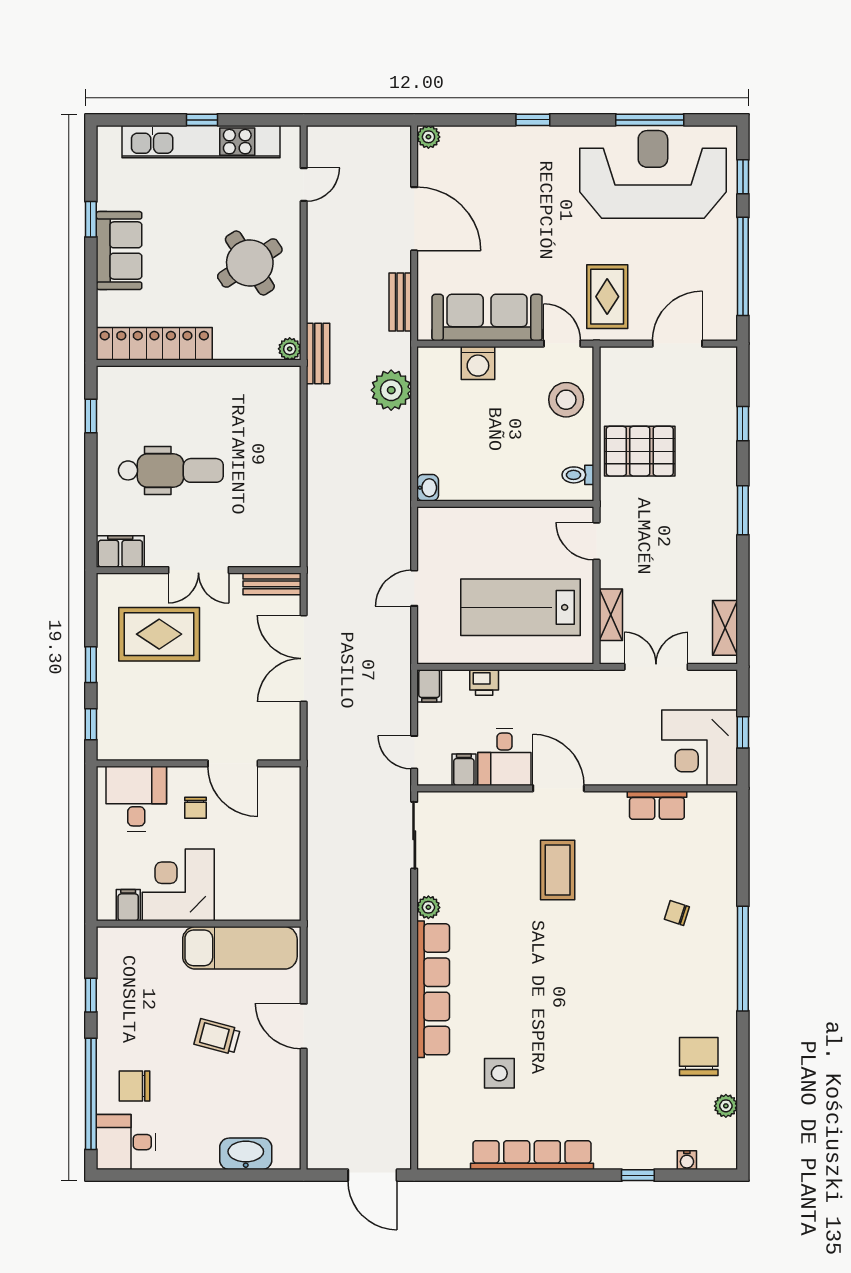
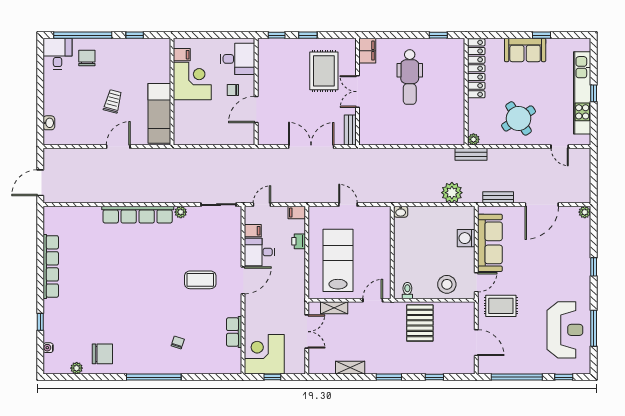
reception desk: (653, 174) -> (565, 330), width x0.74, depth x0.77
shelving: (725, 628) -> (350, 368), moved
side table: (499, 1073) -> (94, 249), removed
washbasin: (246, 1154) -> (49, 123), width x0.52, depth x0.69

